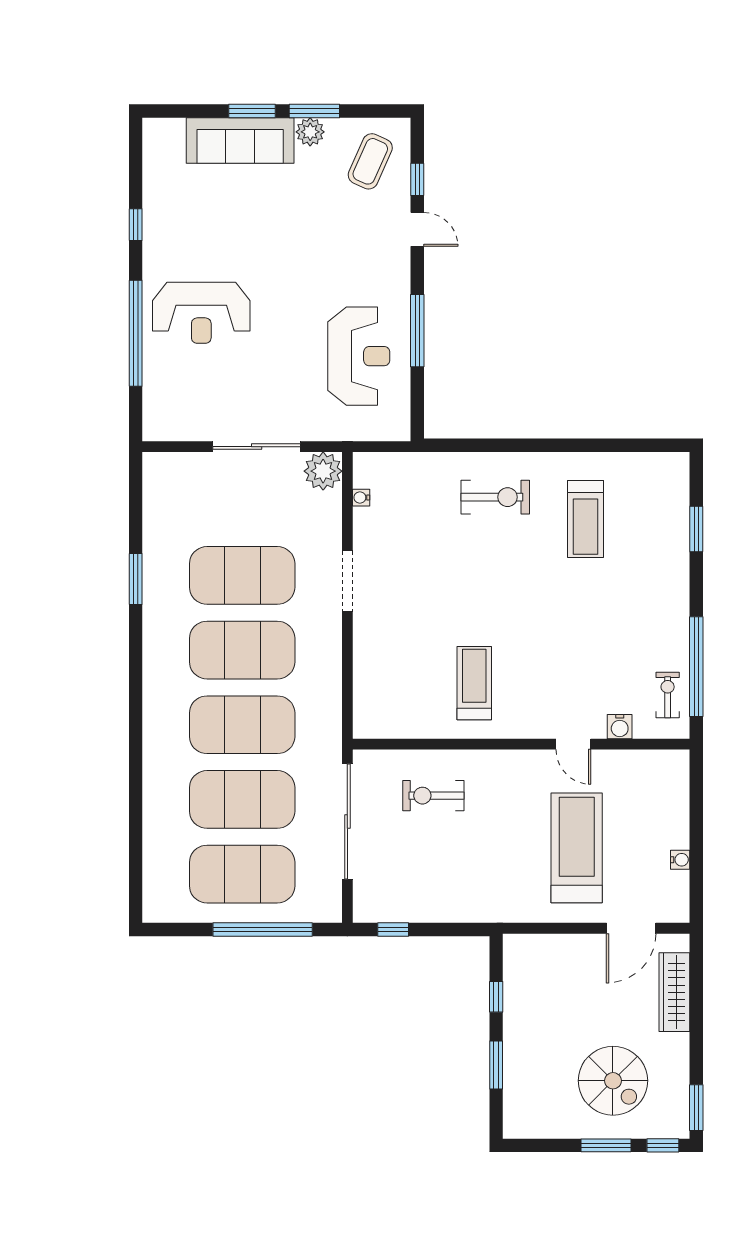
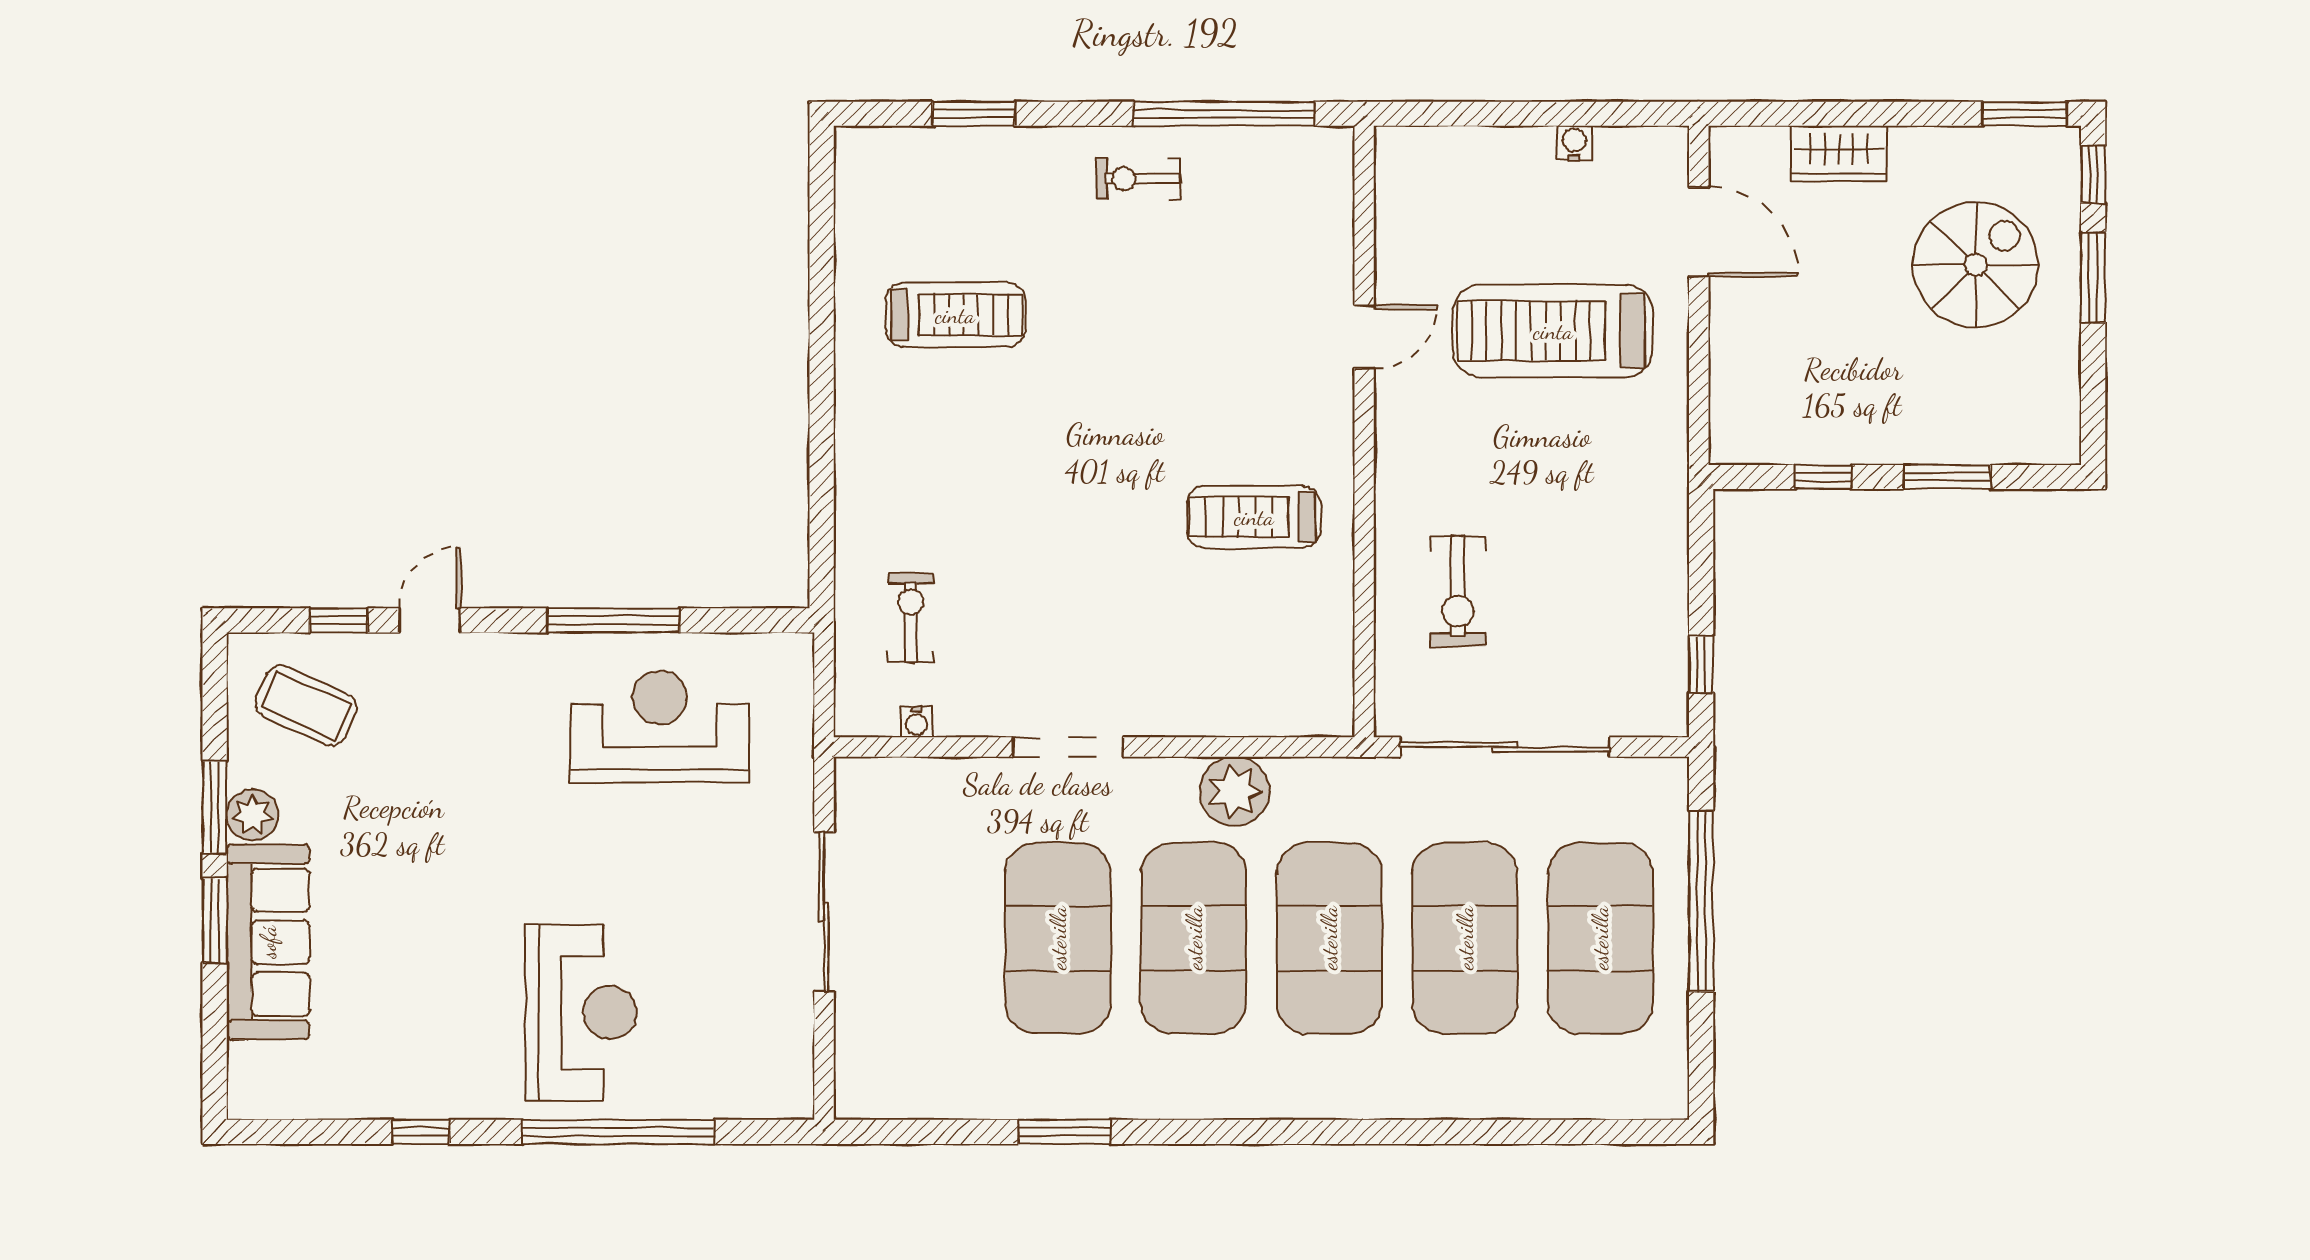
plant: (323, 471) -> (1235, 791), moved
exercise bike: (495, 497) -> (911, 618), moved, width x0.73, depth x0.72
exercise bike: (668, 695) -> (1139, 179), moved
water cooler: (620, 727) -> (1332, 253), removed
wardrobe: (674, 992) -> (1839, 153), width x0.67

